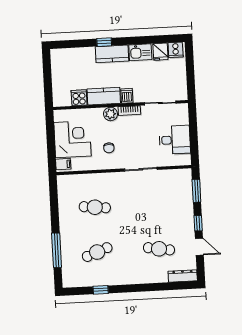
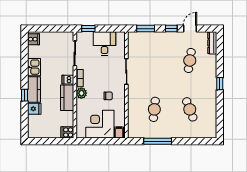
fridge: (160, 52) -> (34, 109), moved
cooker: (79, 98) -> (67, 132), moved
window: (193, 119) -> (88, 29), added
window: (57, 250) -> (158, 141), moved
window: (101, 290) -> (220, 84), moved

